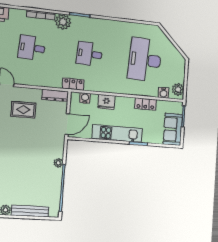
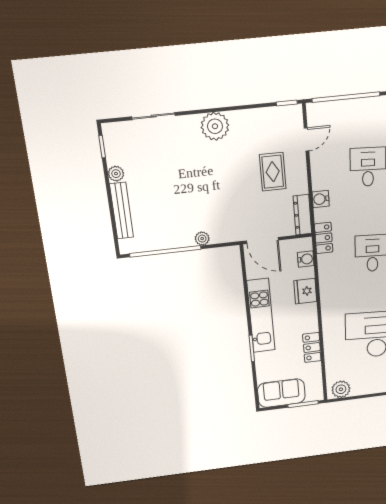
water cooler: (163, 93) -> (321, 199), moved

